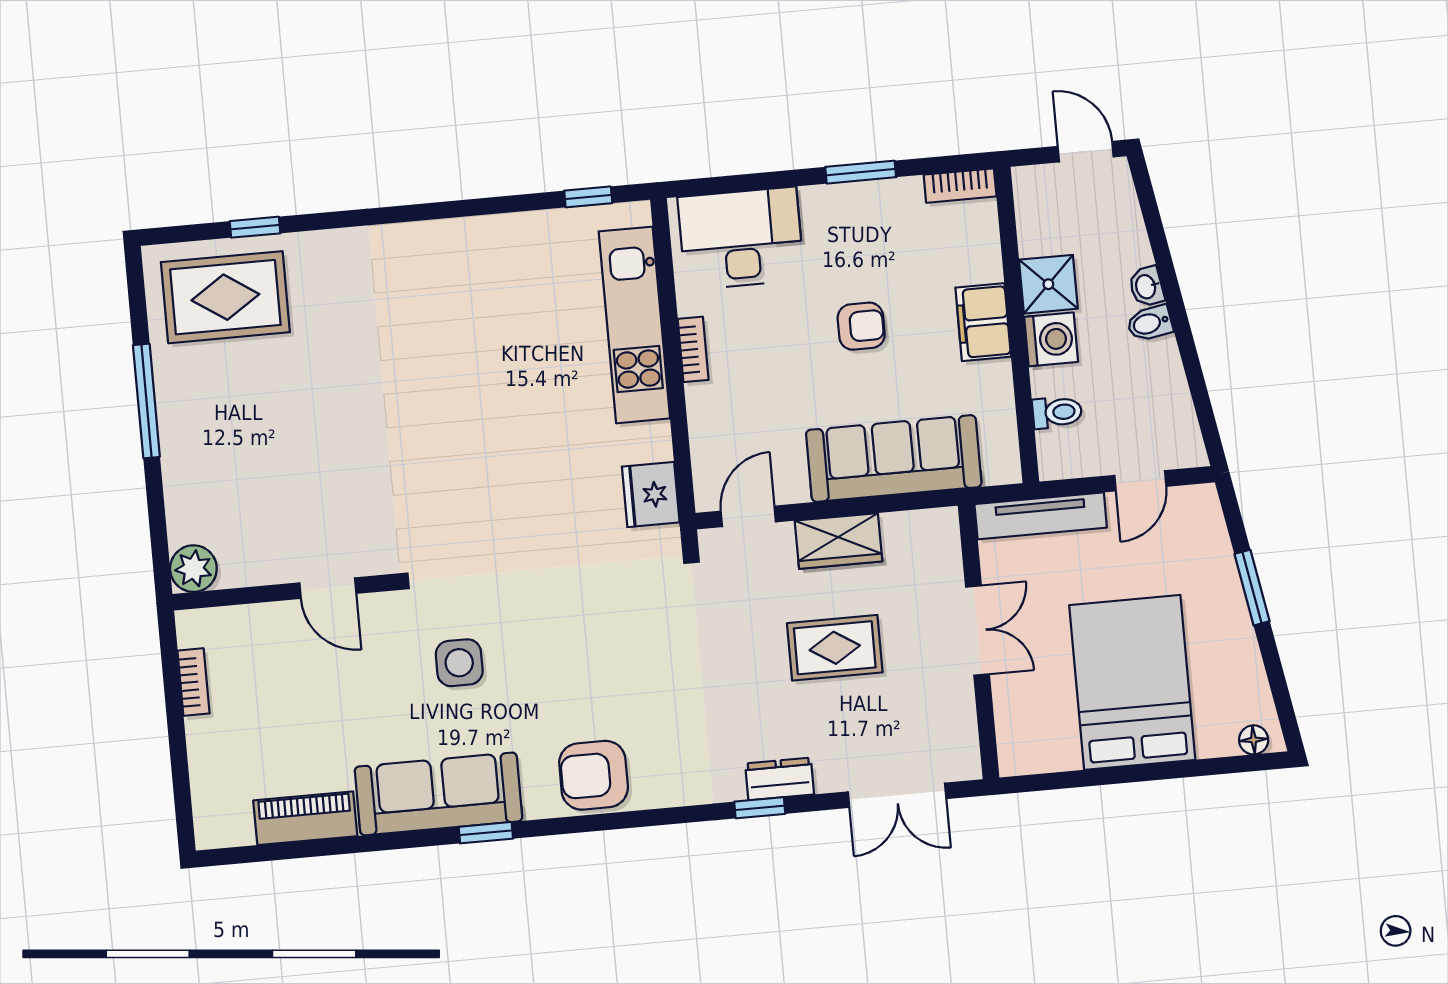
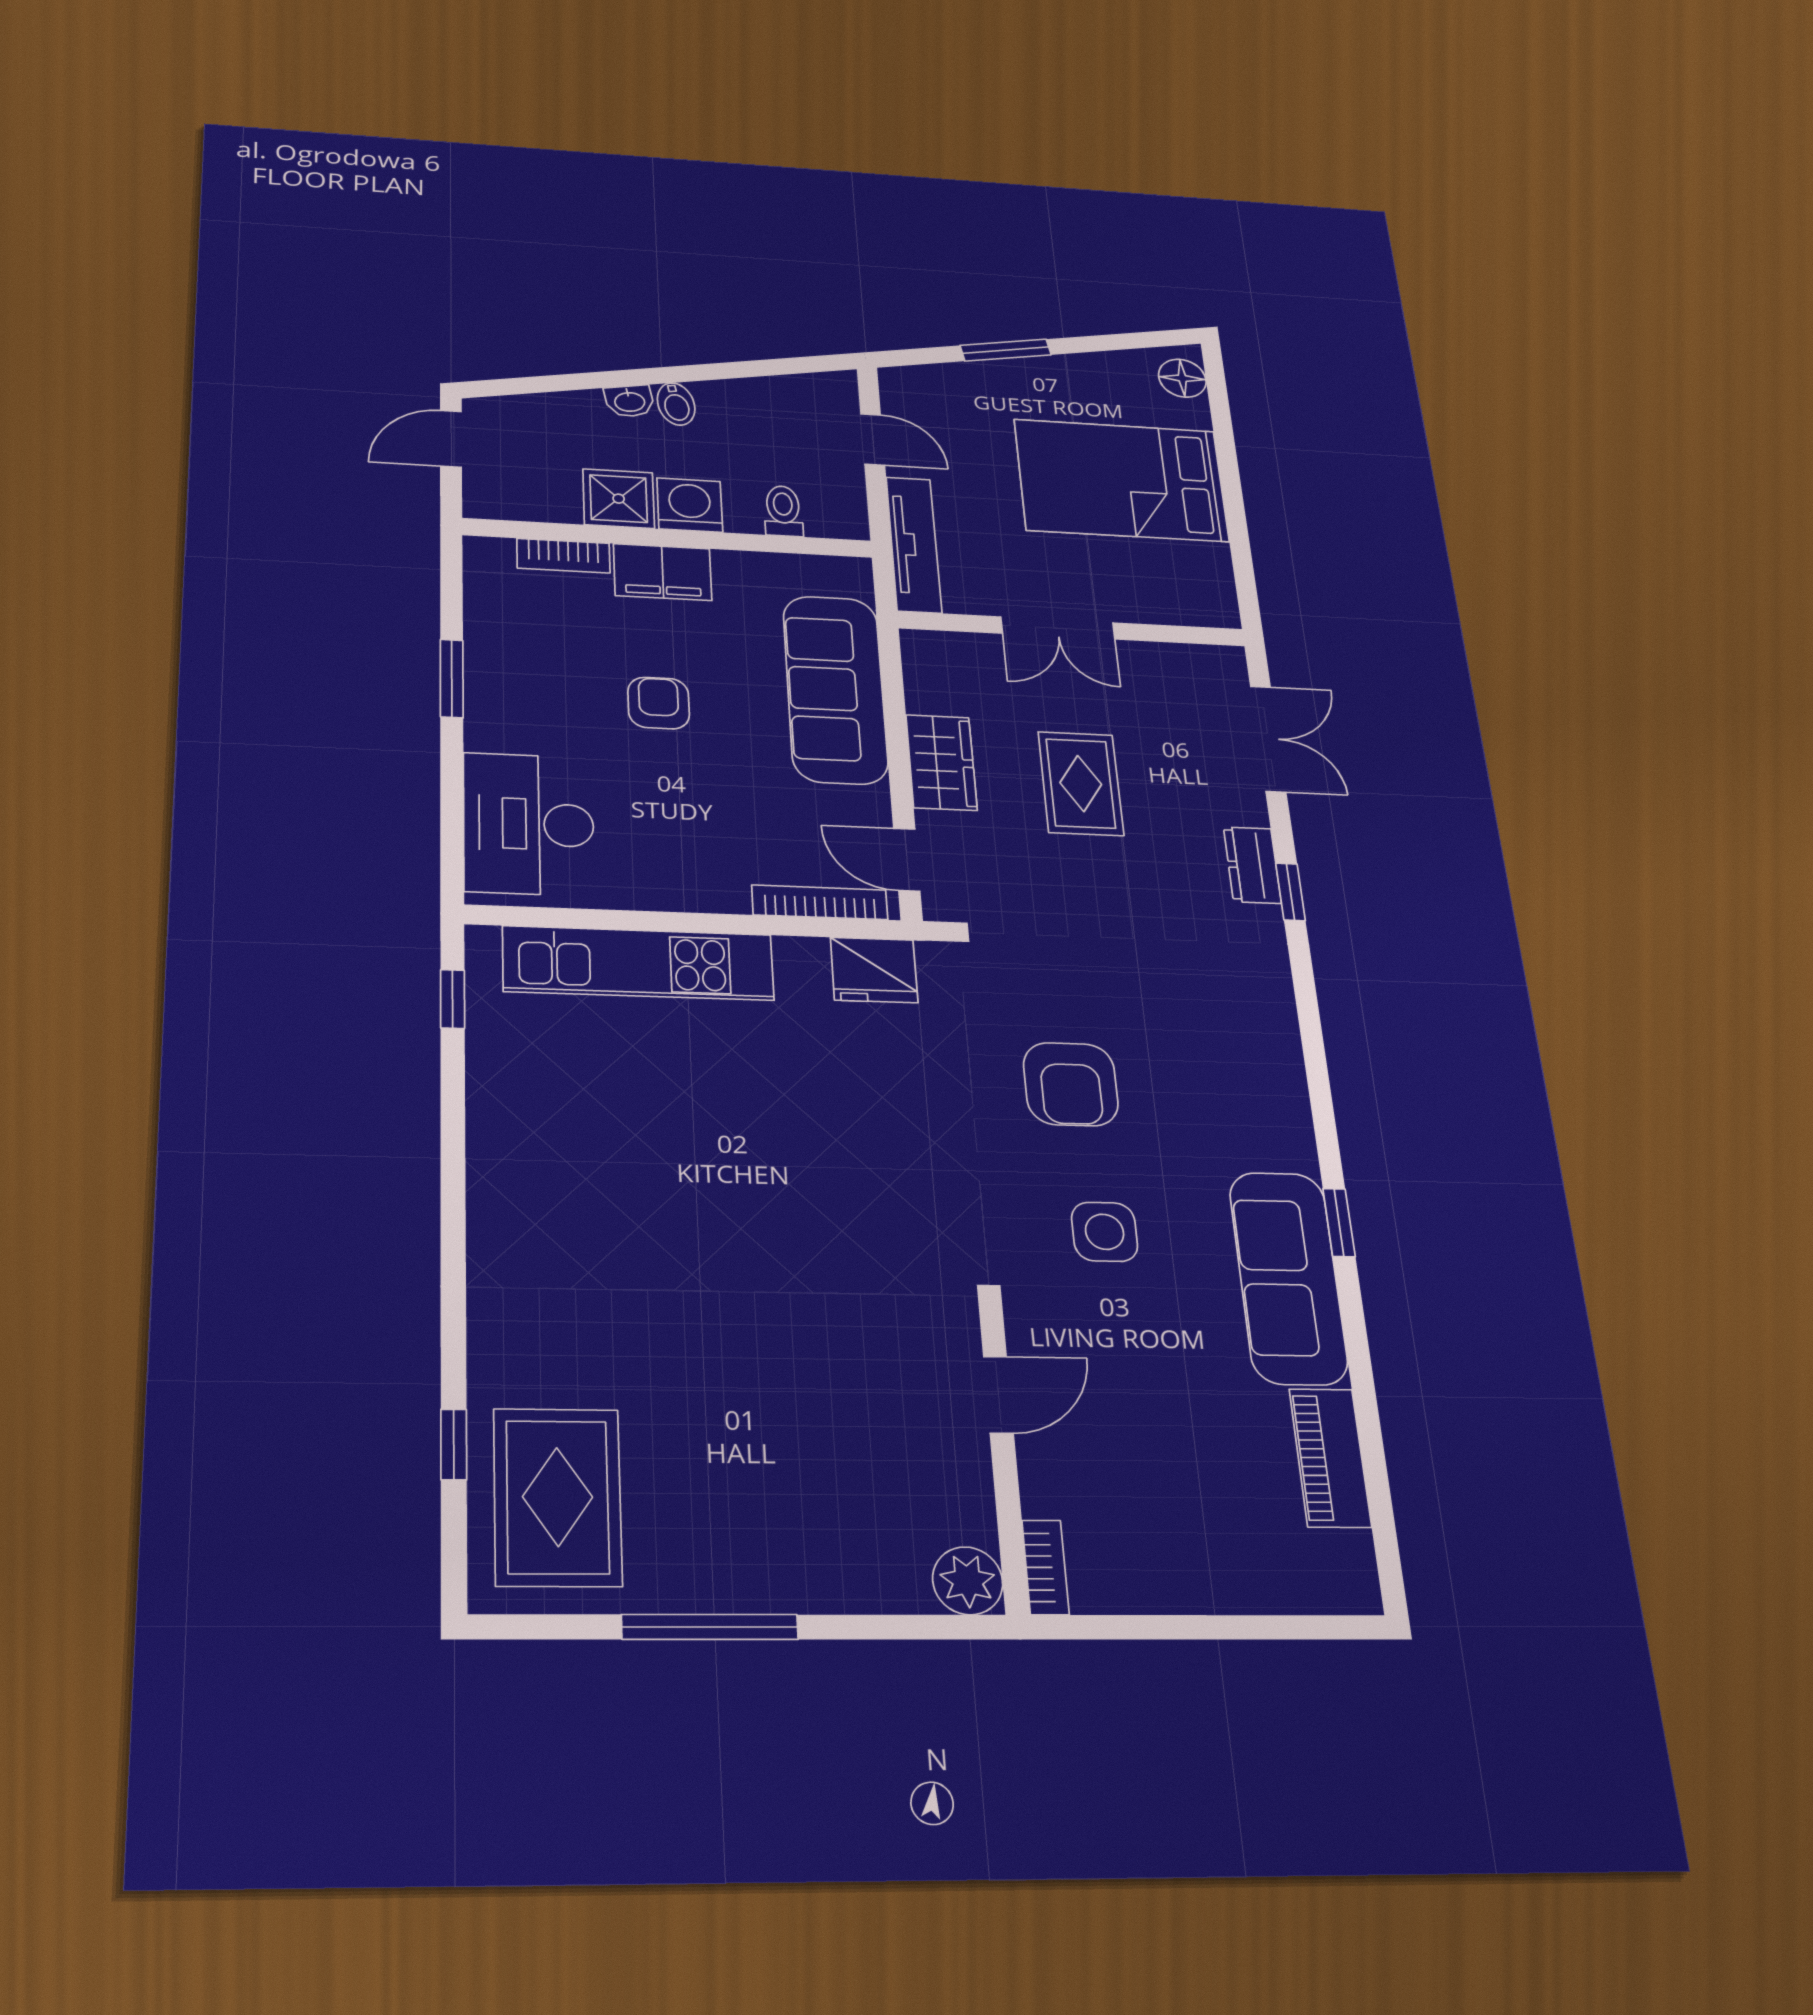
bookcase: (960, 186) -> (563, 556), moved, turned 90
bookcase: (693, 349) -> (820, 902), moved, width x1.56
double door: (978, 630) -> (1058, 628), swing flipped
bookcase: (194, 682) -> (1045, 1567), moved, turned 90
floor lamp: (1254, 740) -> (1182, 378), width x1.37, depth x1.37
armchair: (594, 775) -> (1071, 1084), moved

